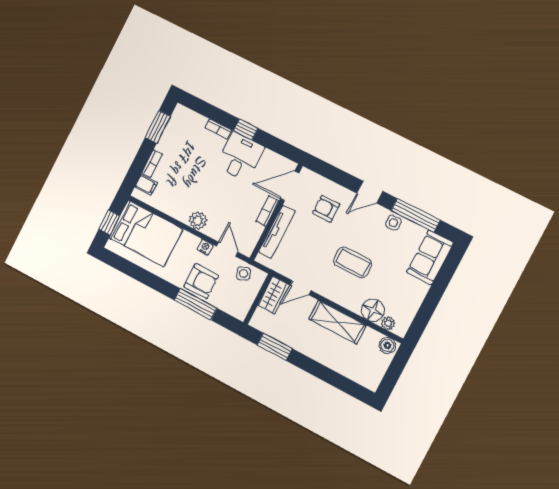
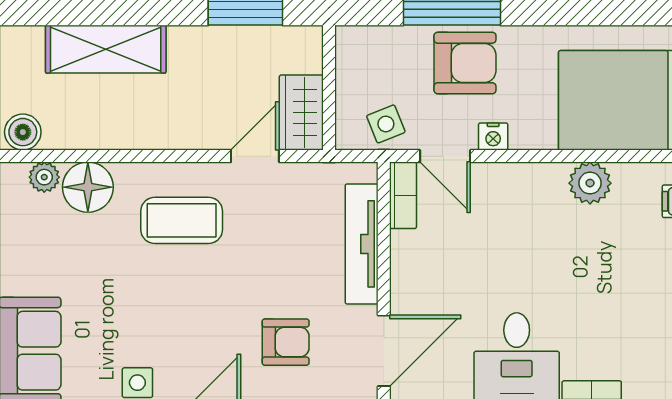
bookcase: (267, 211) -> (403, 195), moved
plant: (198, 221) -> (590, 183), moved
coffee table: (353, 262) -> (182, 220), moved
armchair: (201, 281) -> (465, 63), turned 180
shelving: (337, 322) -> (106, 49), moved

